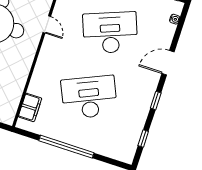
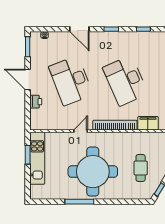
bookcase: (41, 68) -> (115, 125), added

